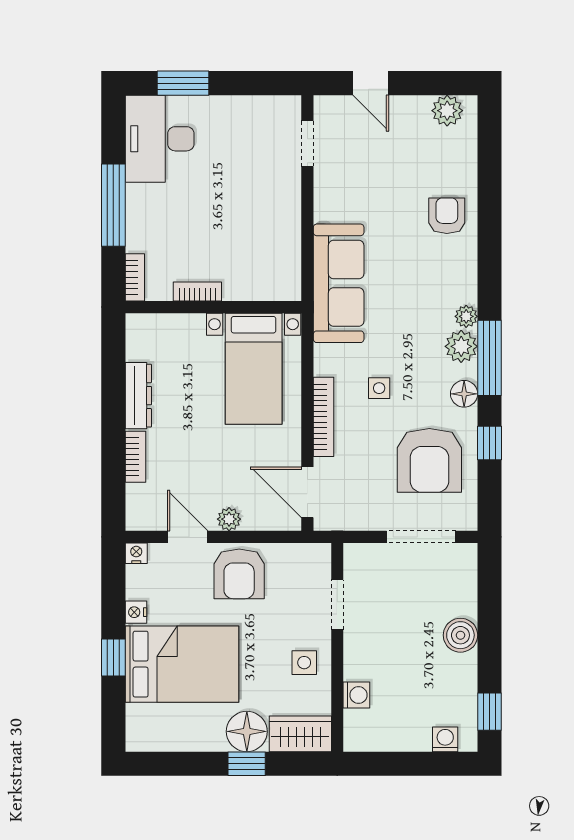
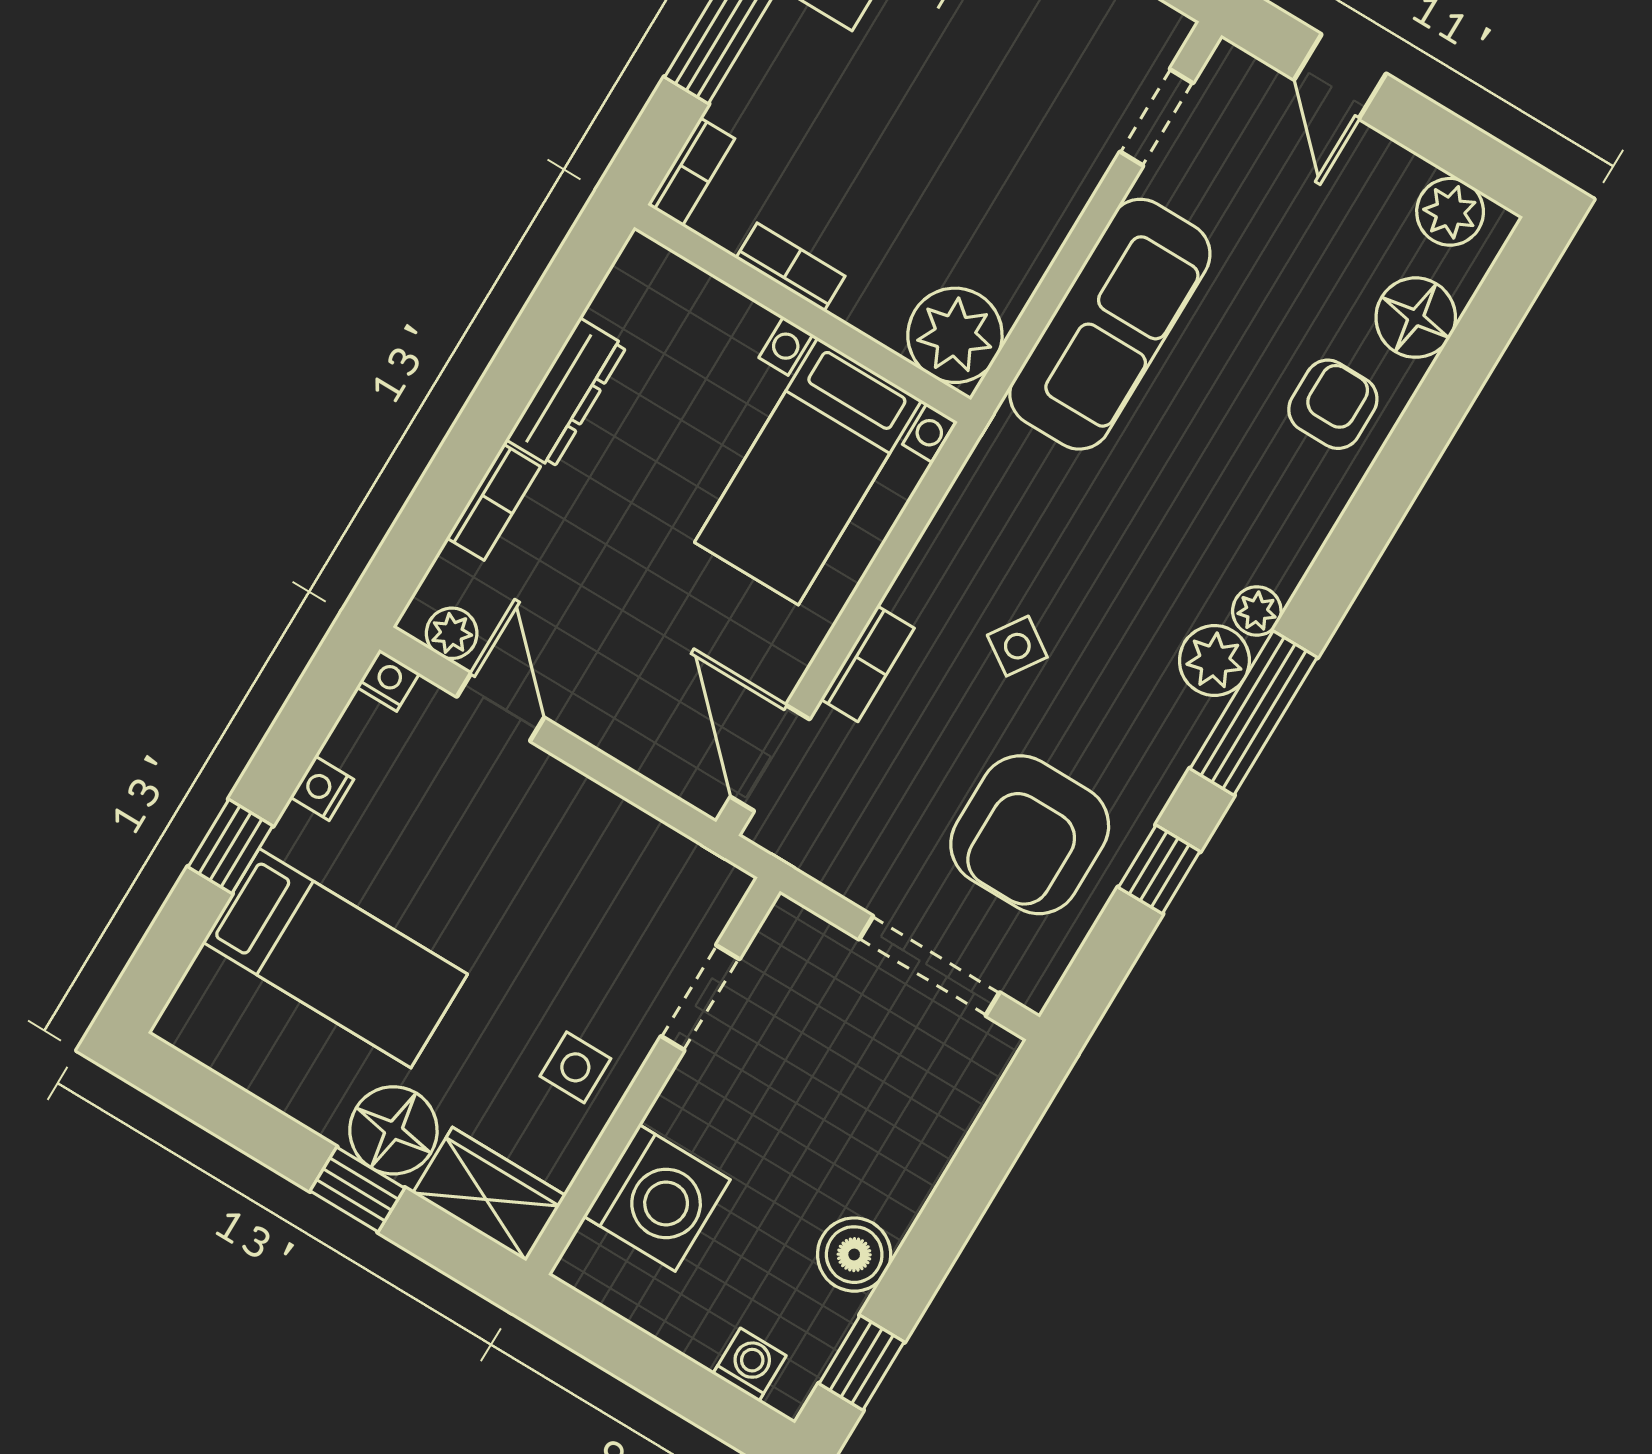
plant: (279, 279) -> (955, 335), added
sofa: (339, 283) -> (1110, 324), moved
side table: (379, 388) -> (1017, 646), turned 34
floor lamp: (464, 394) -> (1416, 318), moved, width x1.38, depth x1.38
bookcase: (324, 417) -> (867, 664), width x0.64
plant: (229, 519) -> (452, 633), moved
armchair: (239, 574) -> (554, 832), removed
boiler: (460, 635) -> (854, 1255), moved
bed: (182, 664) -> (335, 958), width x0.67
washing machine: (356, 695) -> (657, 1198), width x1.89, depth x1.89

